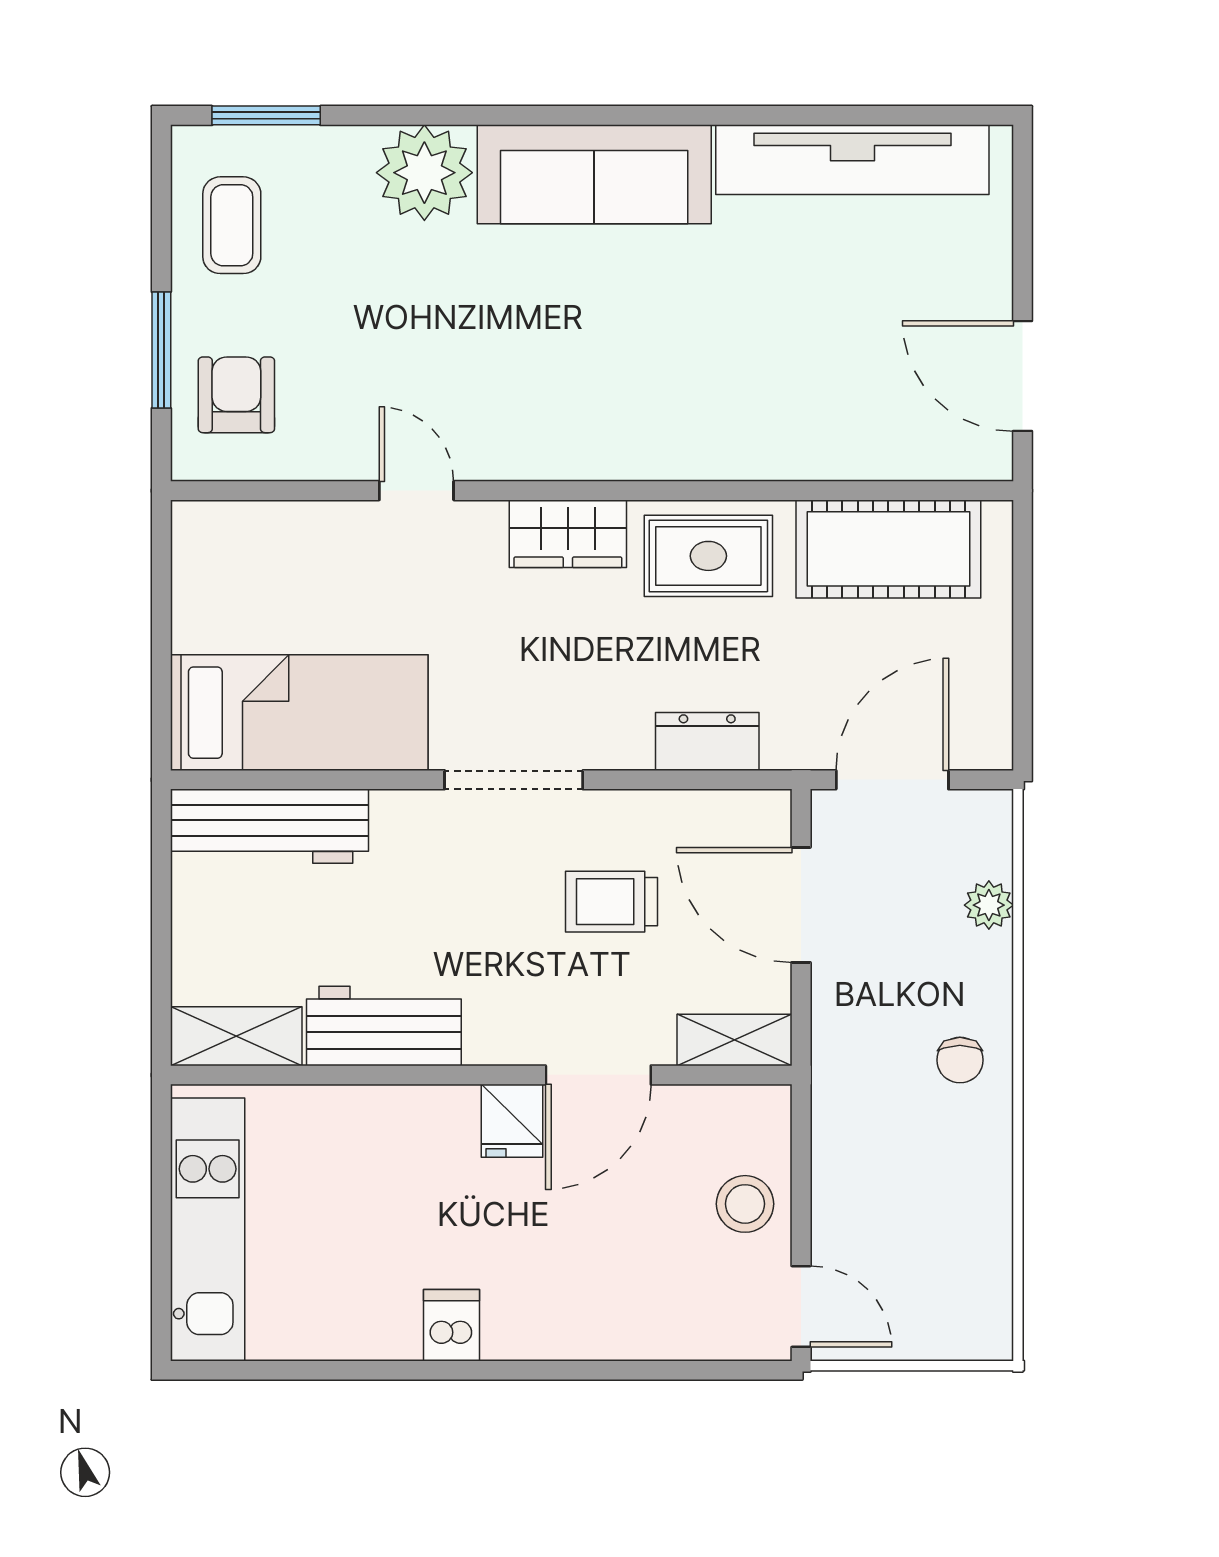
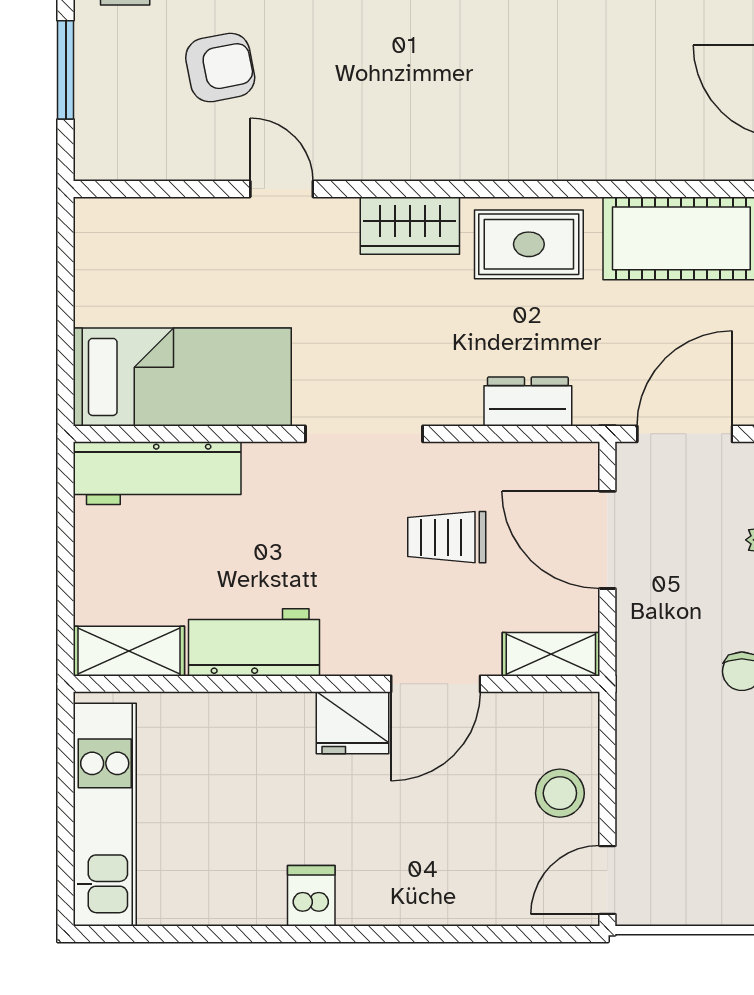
armchair: (236, 395) -> (220, 68), moved, turned 79
fridge: (512, 1121) -> (352, 723), width x1.38
door: (801, 1307) -> (607, 880), swing flipped

